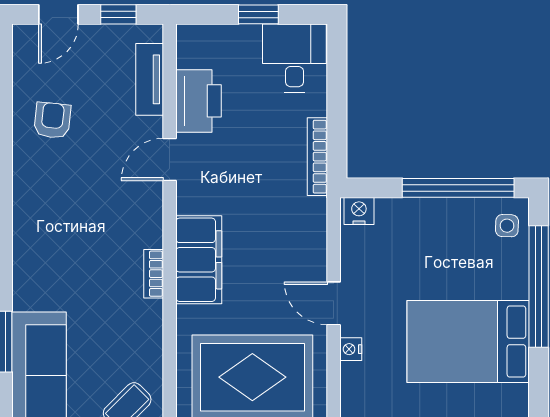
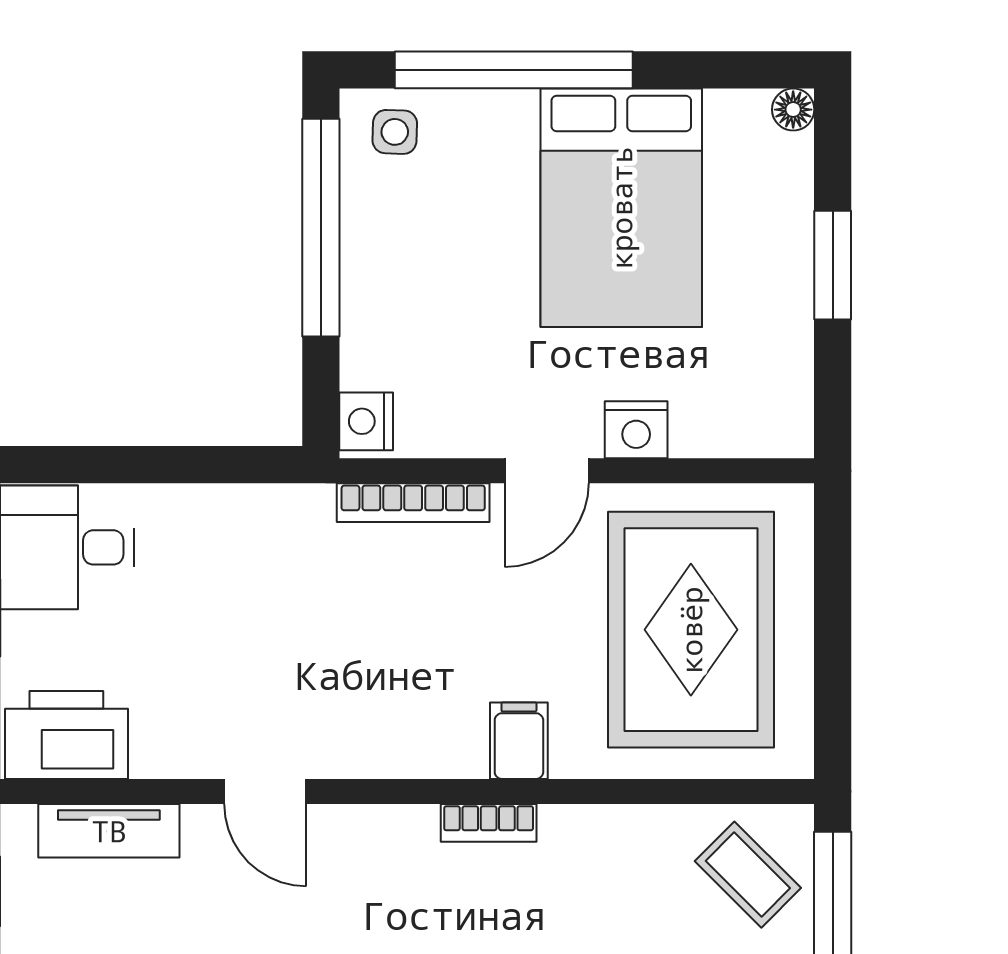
printer: (198, 101) -> (66, 735), moved
bookcase: (317, 157) -> (413, 503), moved
filing cabinet: (199, 260) -> (519, 741), width x0.33, depth x0.86
nightstand: (351, 349) -> (636, 430), width x1.39, depth x1.35

